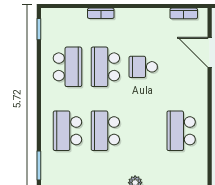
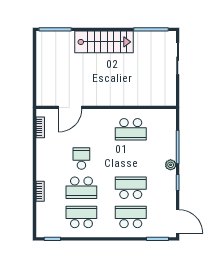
school desk: (143, 67) -> (81, 159), turned 180
school desk: (67, 131) -> (131, 217), turned 180
school desk: (105, 131) -> (131, 188), turned 180

